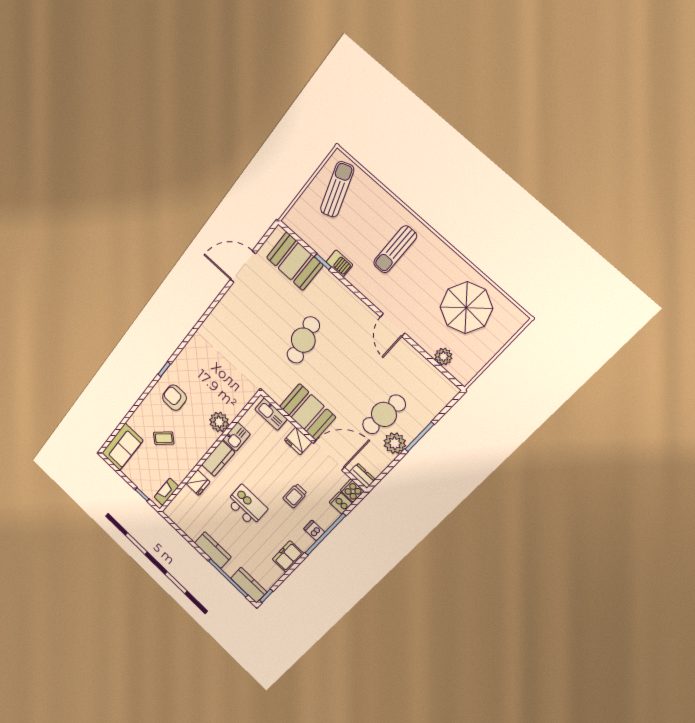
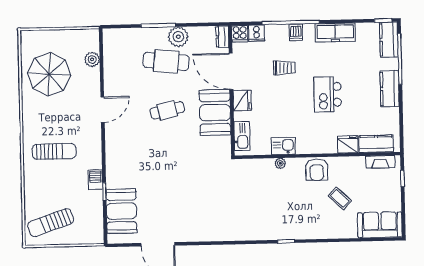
cafe table: (303, 340) -> (167, 110), moved, width x0.73, depth x0.74
armchair: (174, 398) -> (317, 170), moved
plant: (219, 422) -> (280, 163), width x0.53, depth x0.53
kitchen counter: (218, 459) -> (376, 144), moved
freezer: (288, 556) -> (335, 32), width x1.40

